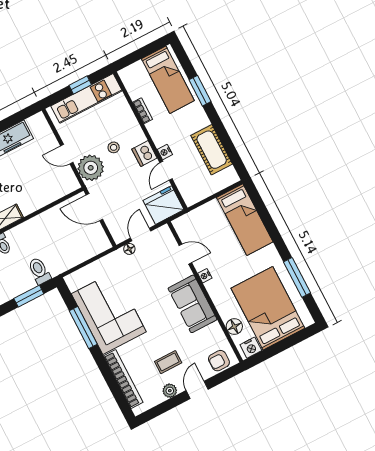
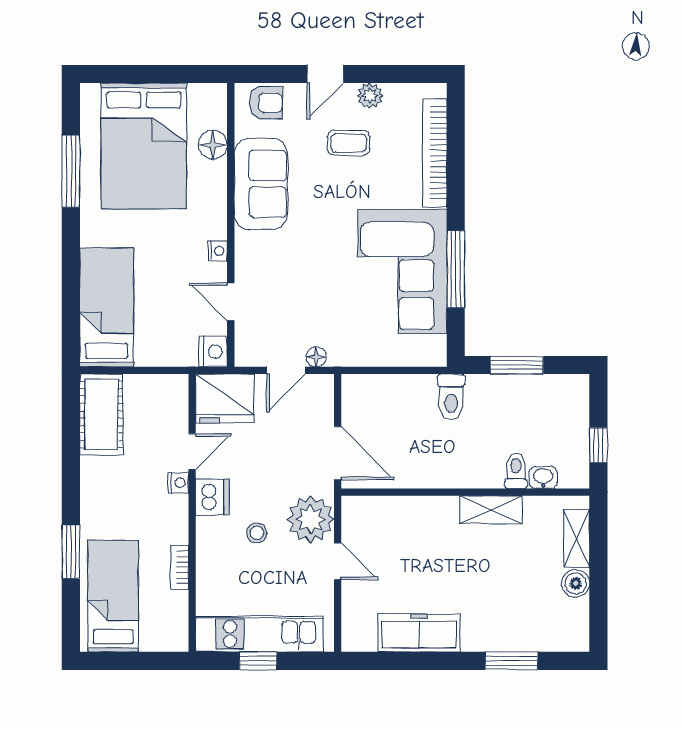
cot: (212, 150) -> (101, 414), moved
toilet: (39, 271) -> (451, 397), moved
sofa: (192, 304) -> (261, 184), moved
nightstand: (251, 348) -> (213, 352), moved, turned 90

